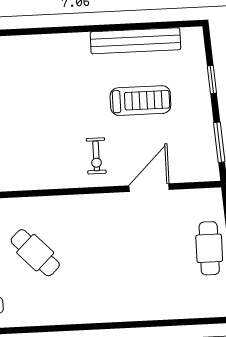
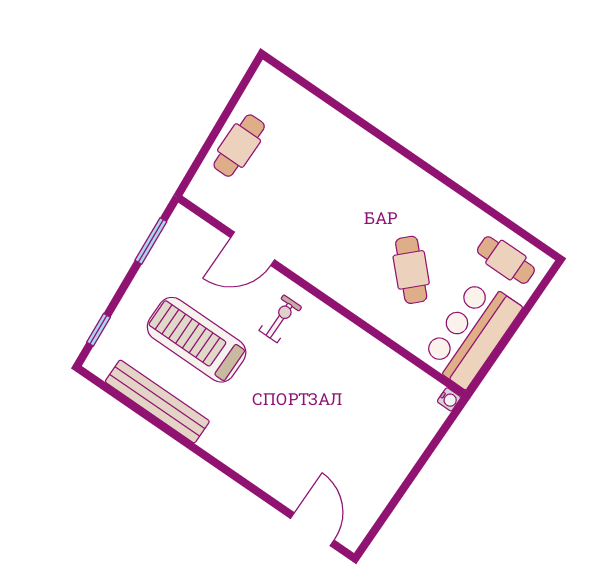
window: (212, 80) -> (98, 330), moved
treadmill: (140, 101) -> (197, 340), width x1.37, depth x1.38

